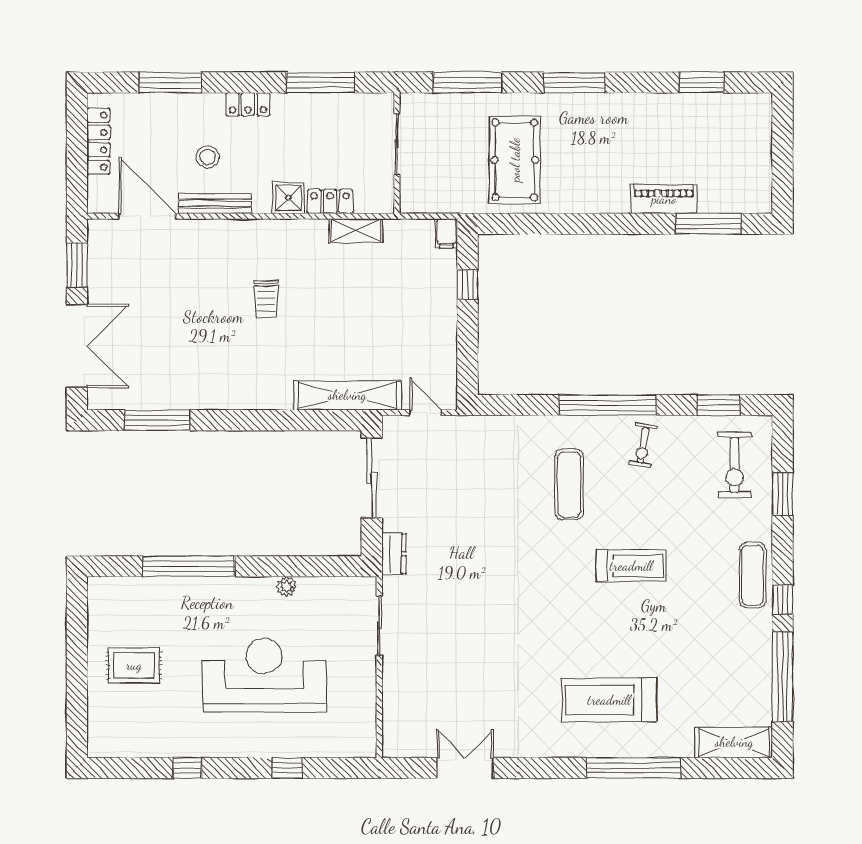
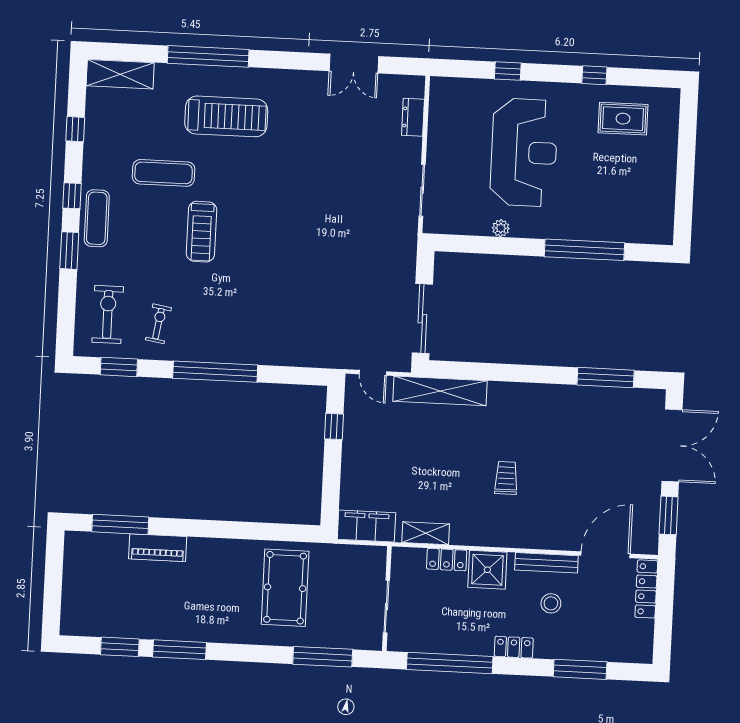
window: (321, 83) -> (450, 663), width x1.46
window: (574, 83) -> (179, 650), moved
locker: (98, 141) -> (646, 589), moved
shower: (288, 198) -> (487, 570), width x1.36, depth x1.36
door: (147, 216) -> (606, 555), swing flipped
filing cabinet: (446, 233) -> (366, 526), width x3.00, depth x1.17
window: (467, 284) -> (334, 426), moved
double door: (77, 346) -> (672, 445), swing flipped
exercise bike: (643, 445) -> (158, 324), moved
exercise mat: (569, 484) -> (164, 173), moved, turned 90
window: (782, 494) -> (69, 251), moved
dresser: (394, 554) -> (413, 117), moved
treadmill: (631, 566) -> (201, 232), turned -90
rug: (134, 665) -> (623, 119), moved
reception desk: (264, 675) -> (524, 152), turned -90
window: (782, 677) -> (75, 129), width x0.32

